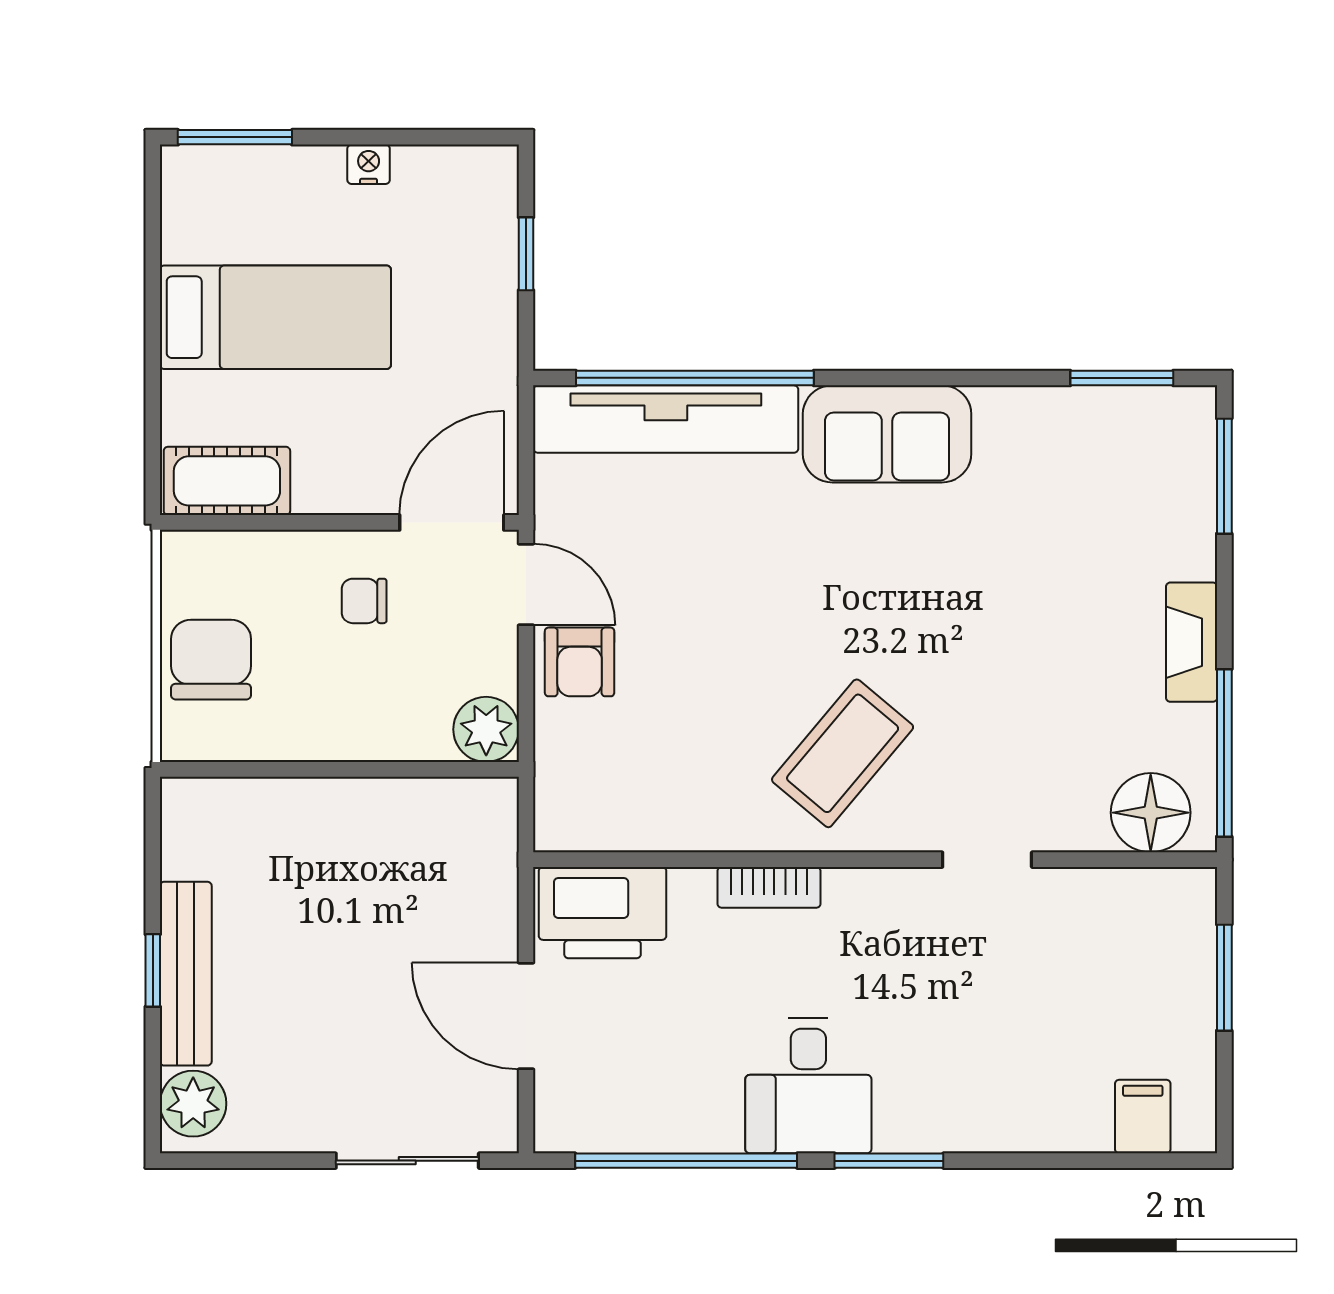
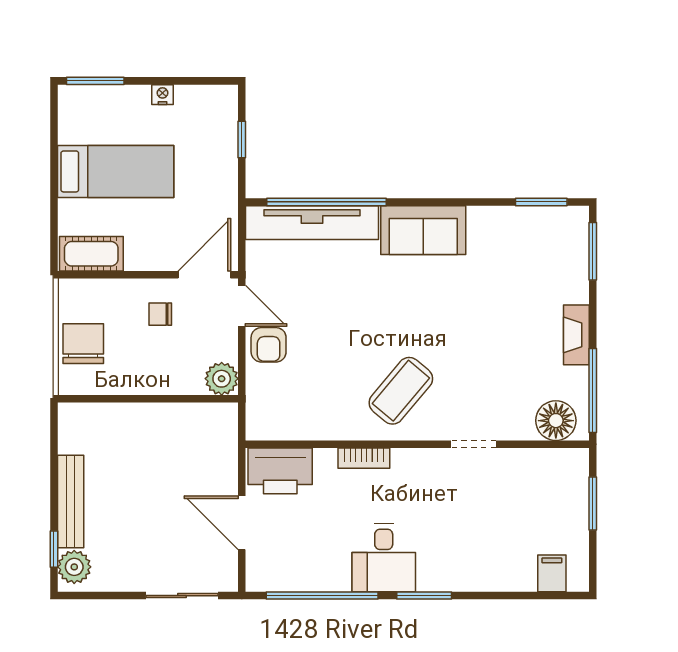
window: (153, 970) -> (54, 549), moved

